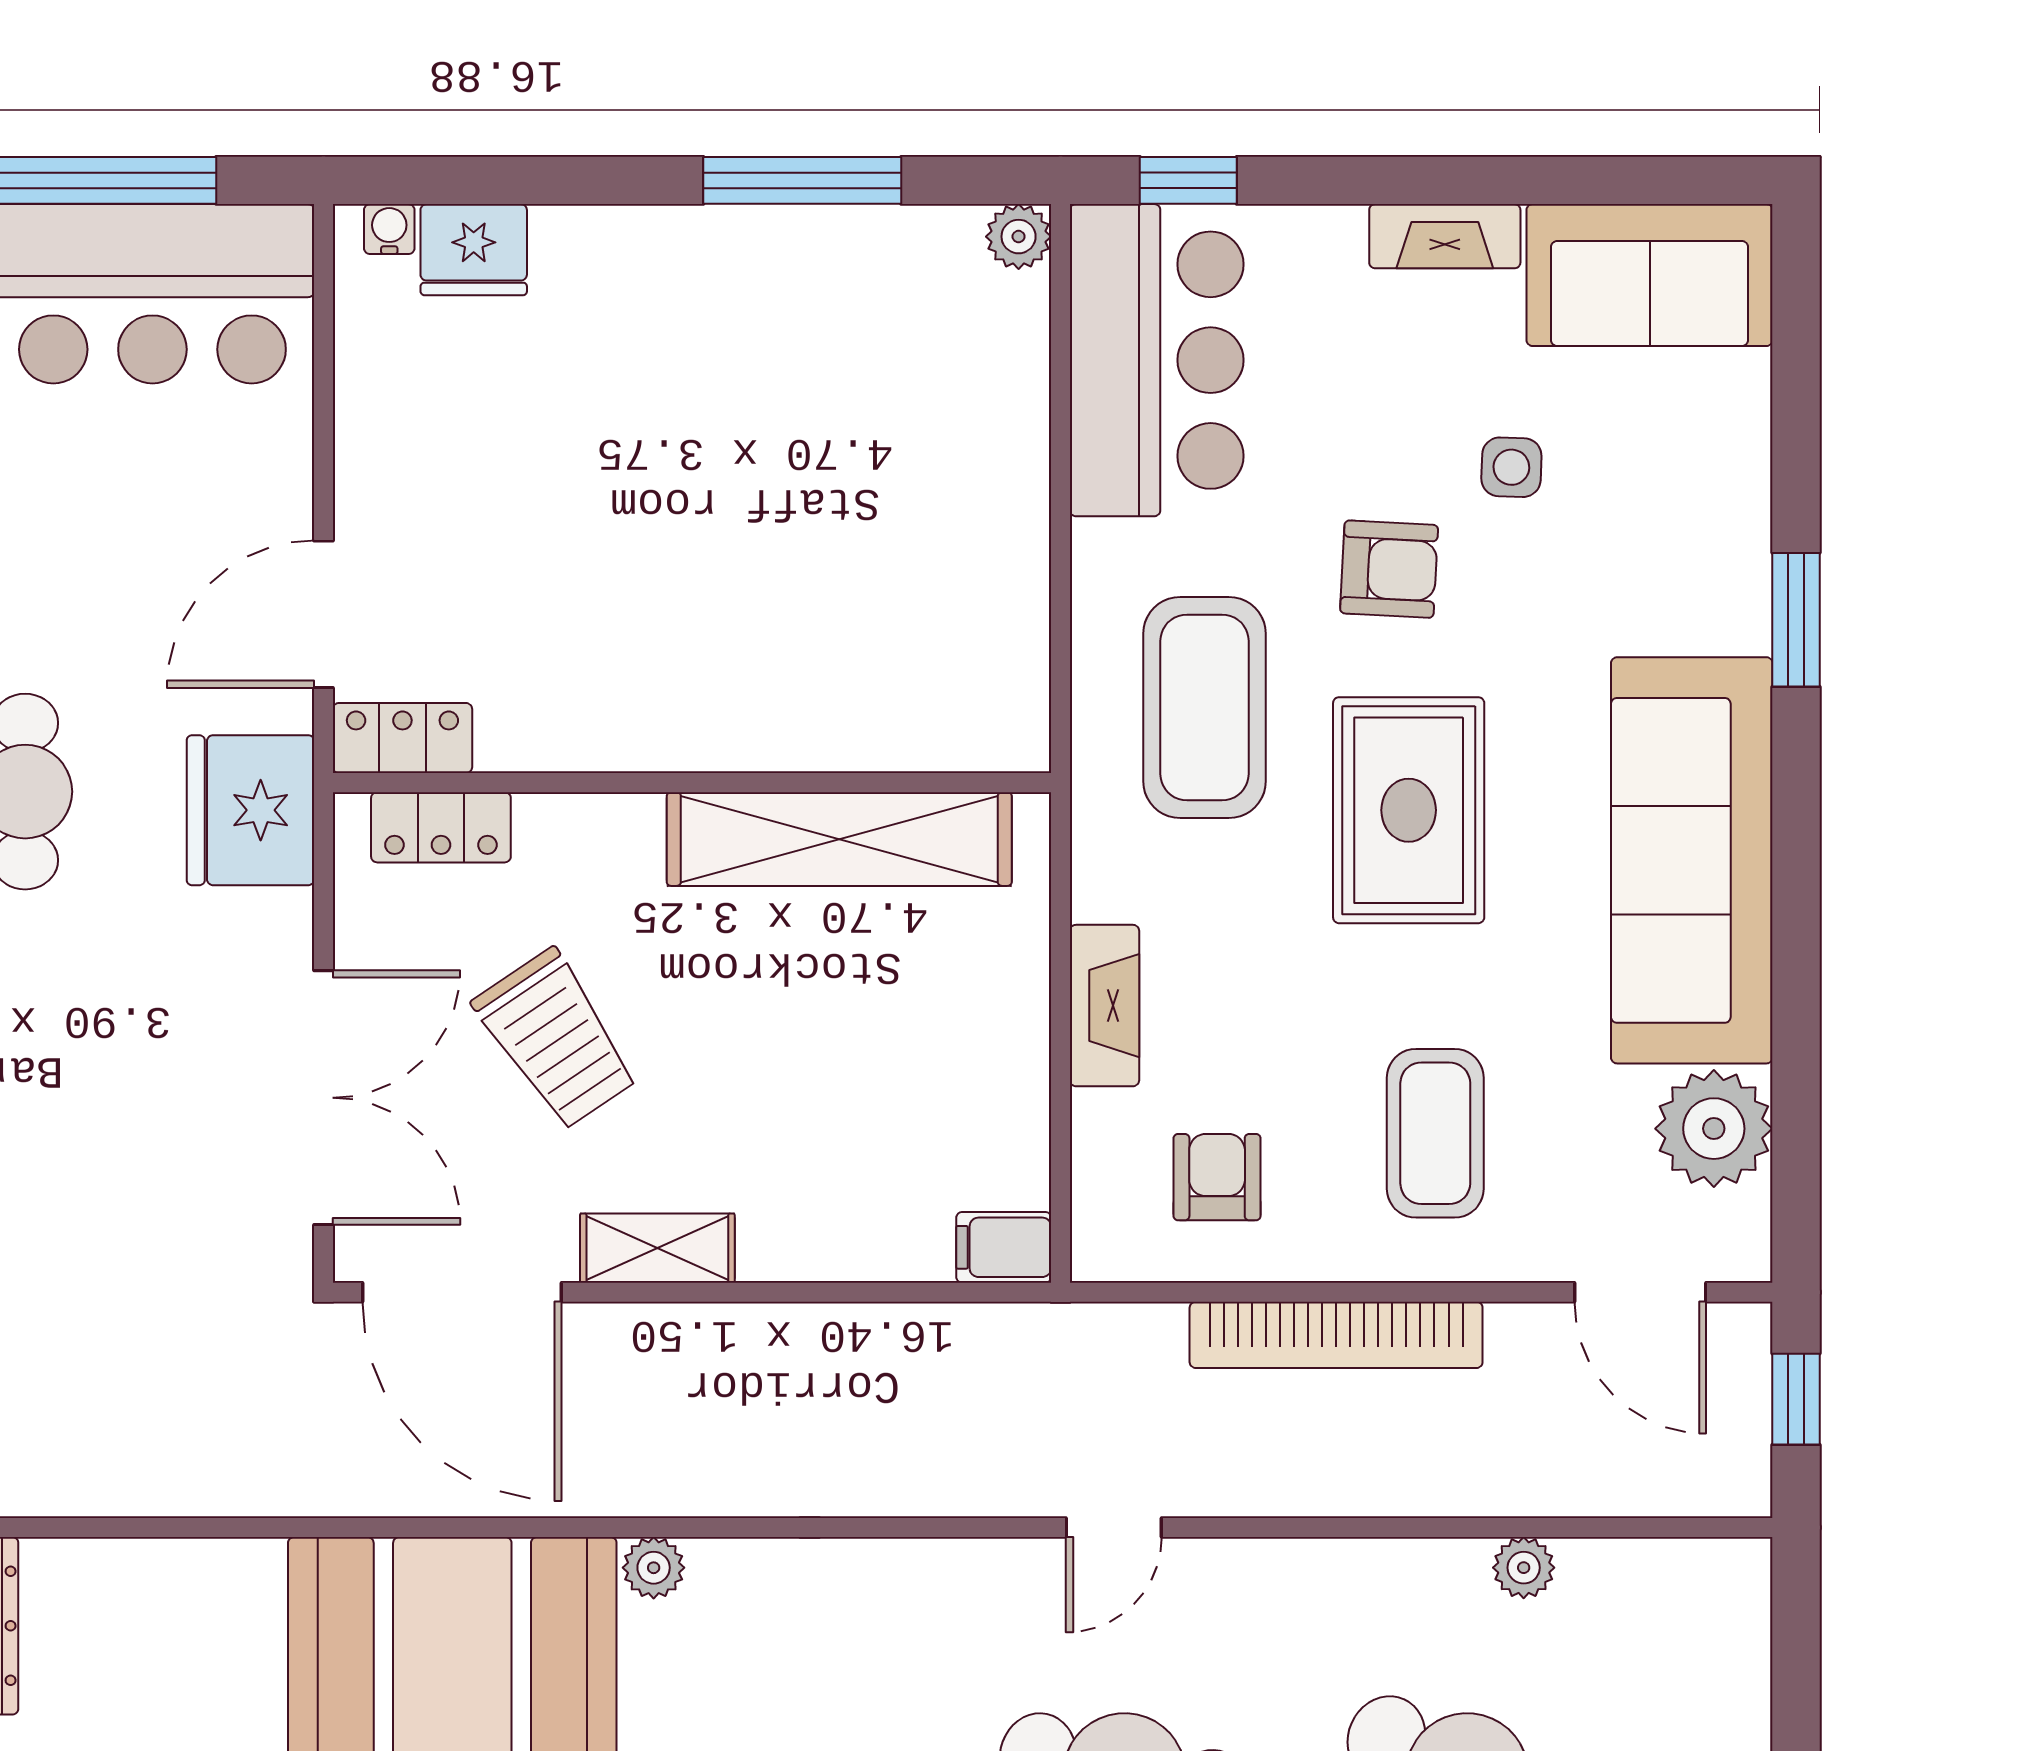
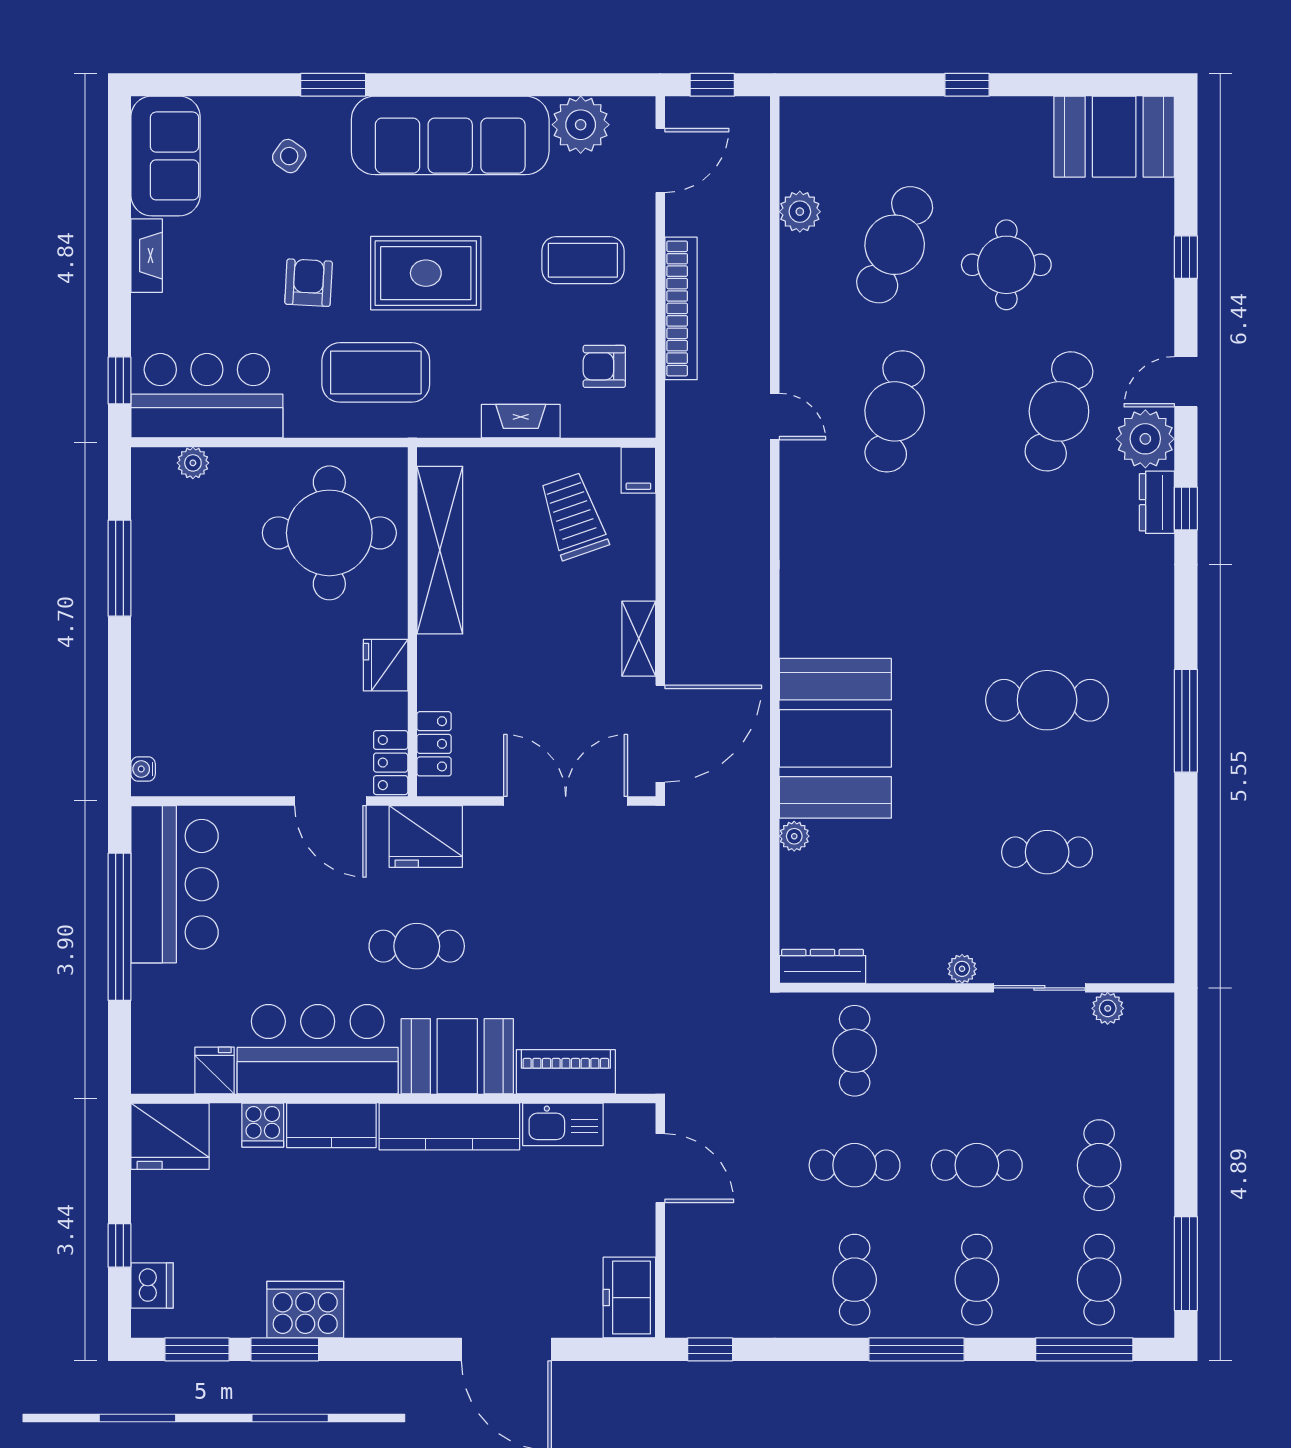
plant: (1019, 237) -> (193, 463), moved
fridge: (474, 250) -> (386, 665), moved, turned 180
side table: (1511, 467) -> (289, 156), moved, turned 33
round table: (875, 612) -> (329, 533), added
trolley: (556, 1039) -> (573, 516), moved, turned -75
plant: (654, 1568) -> (794, 836), moved
plant: (1524, 1568) -> (800, 212), width x1.38, depth x1.38

